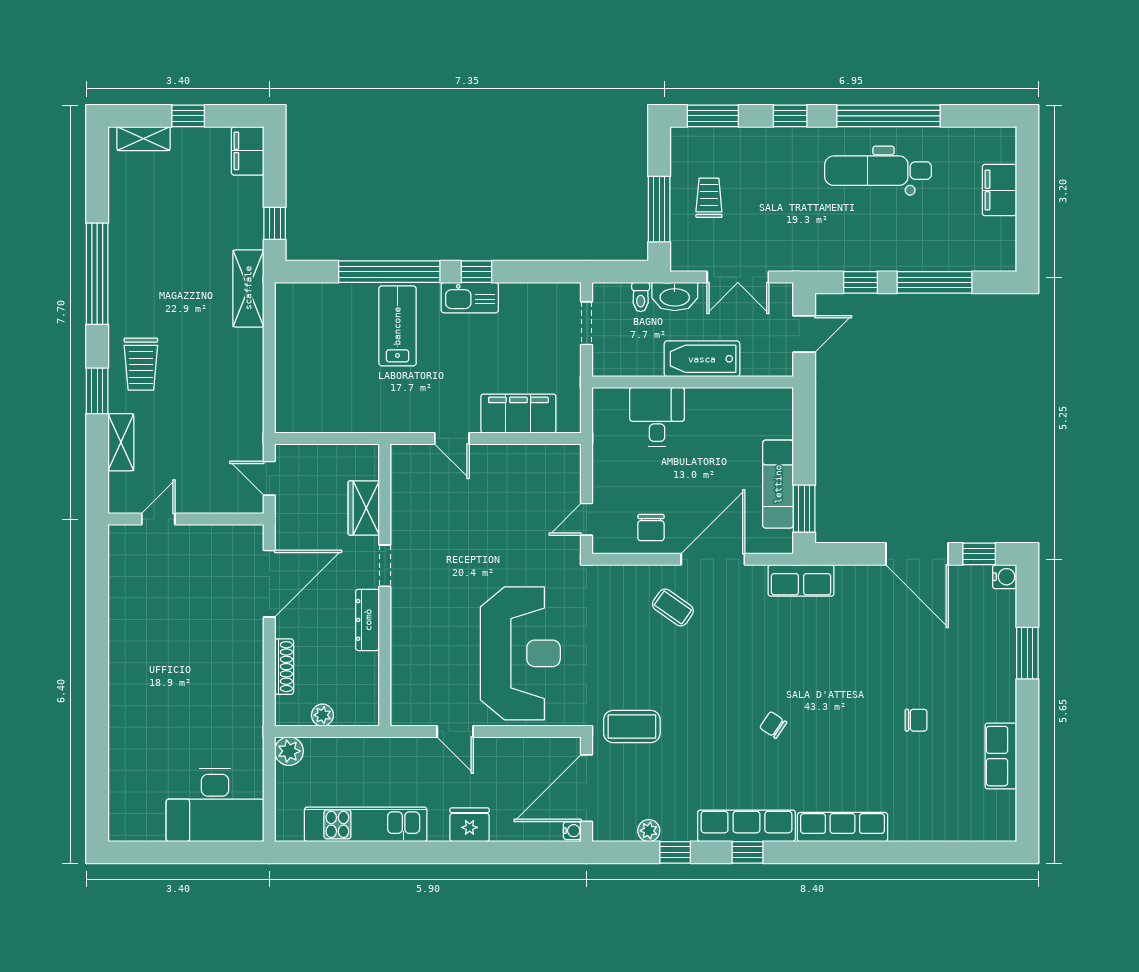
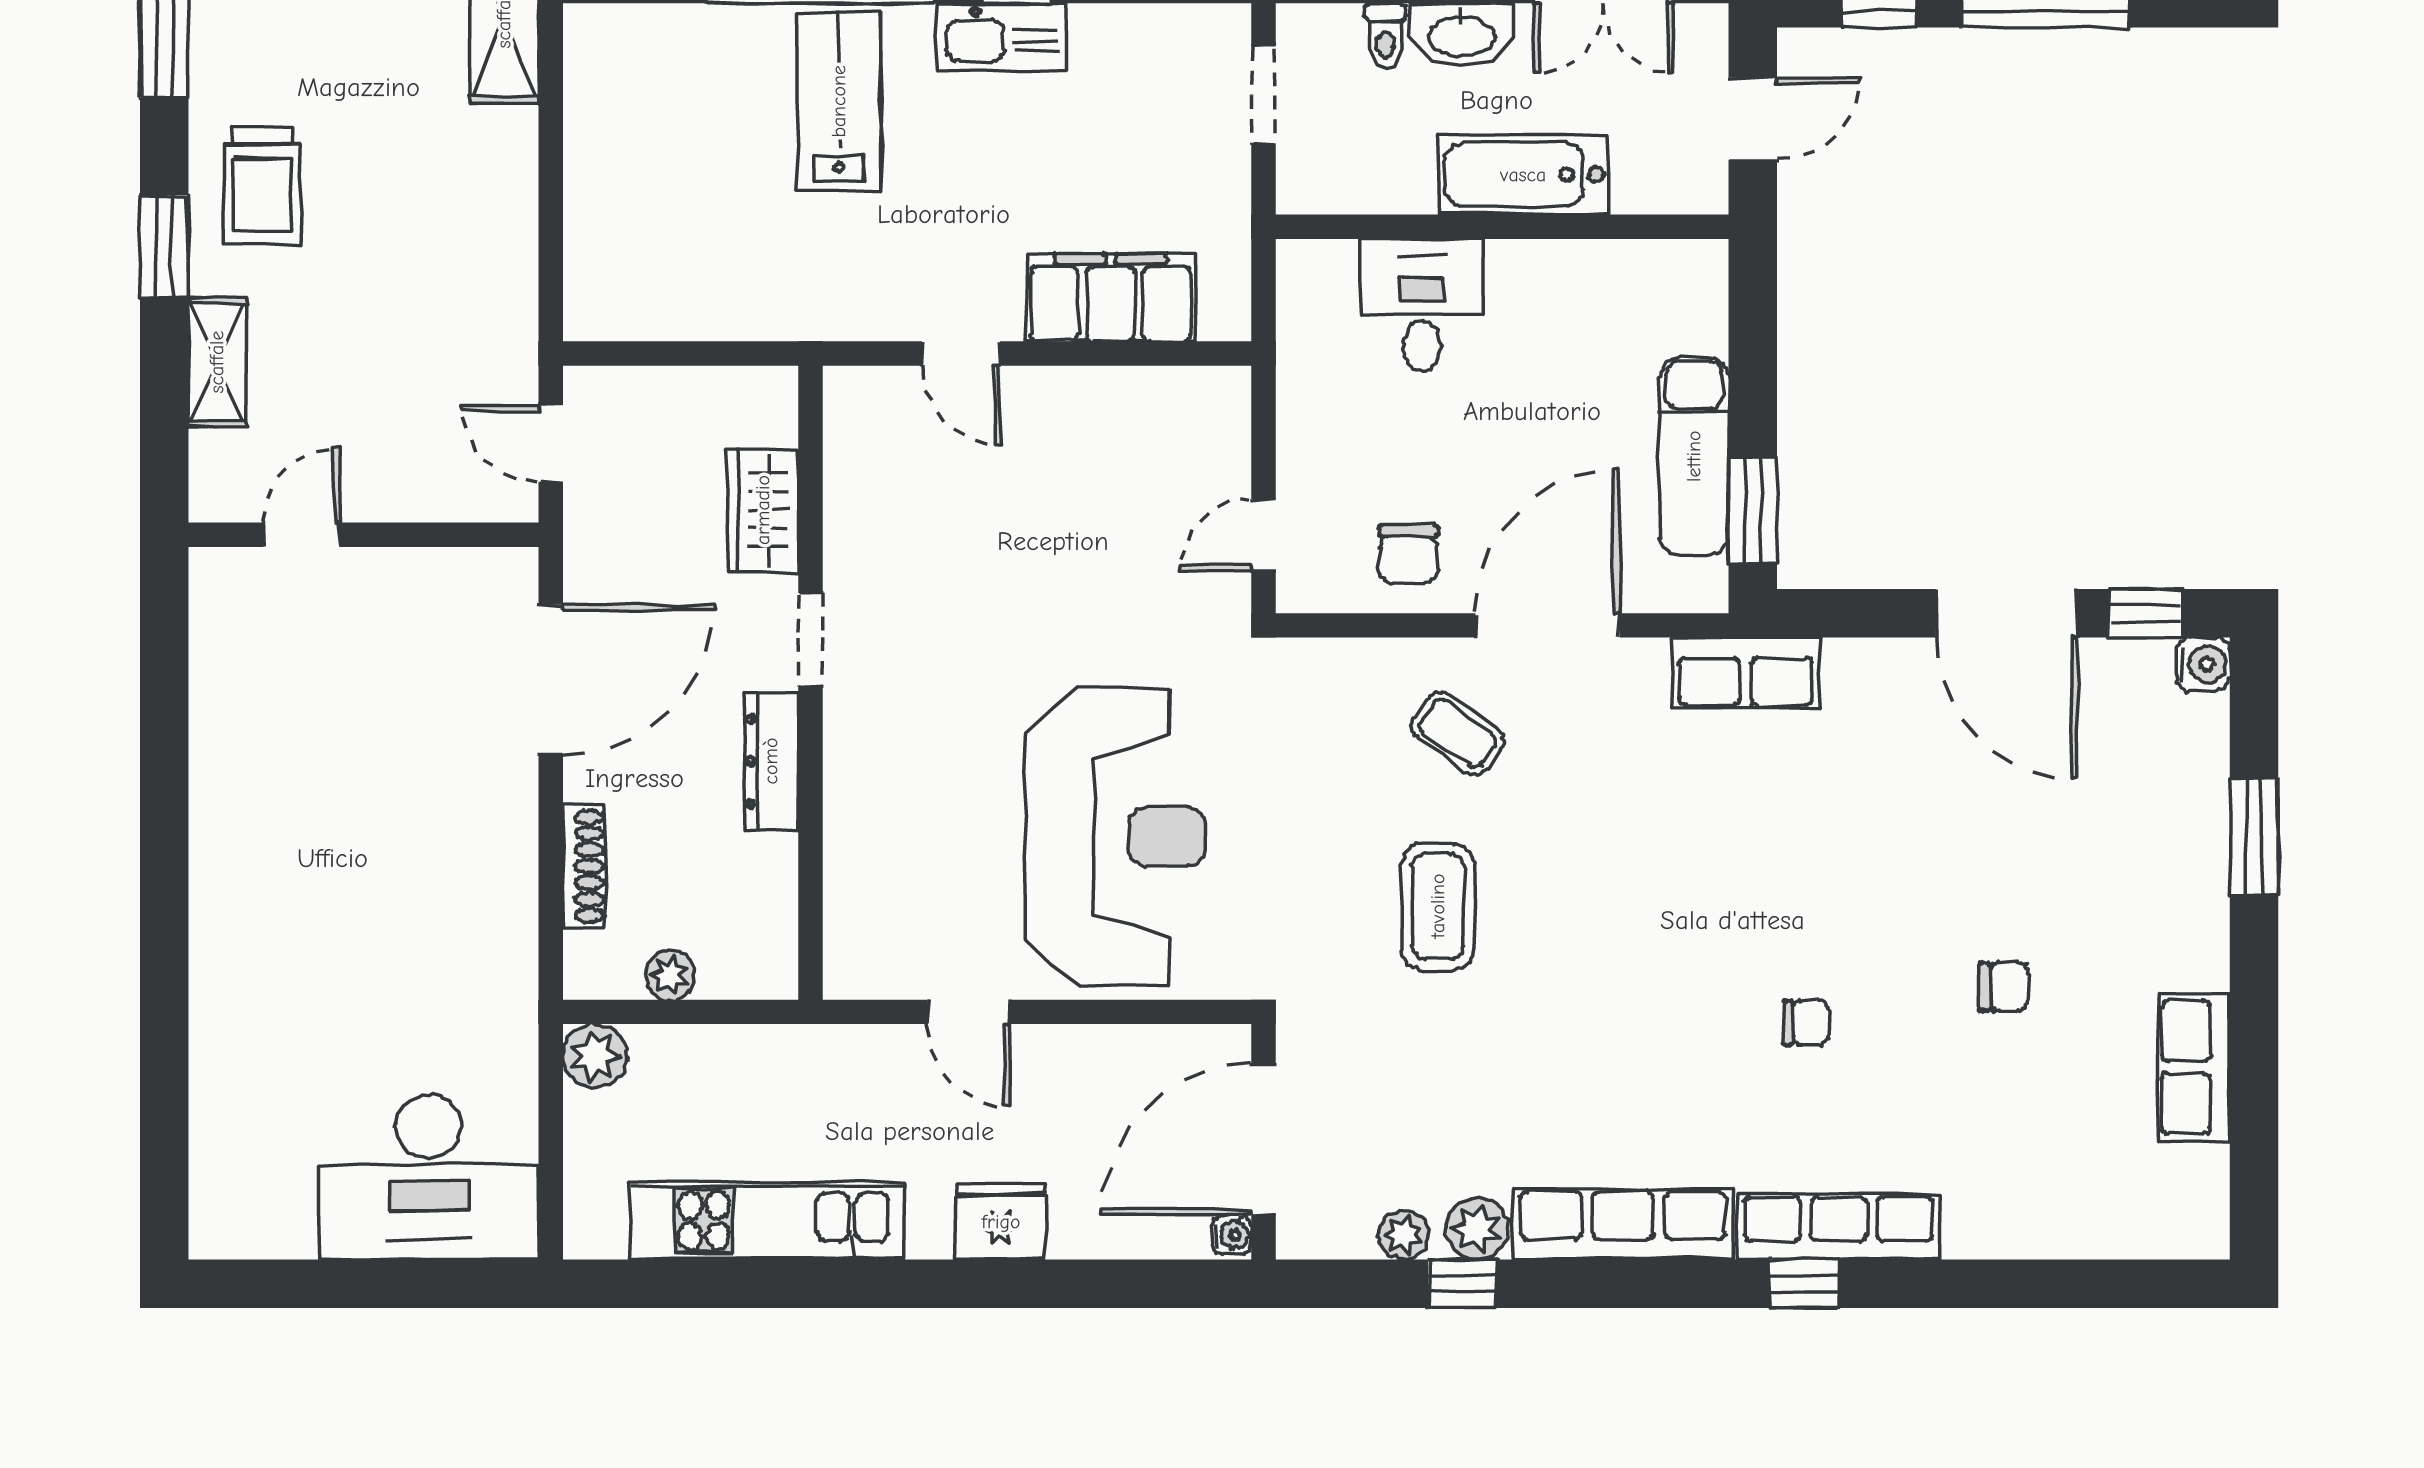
chair: (773, 725) -> (1806, 1023), moved, turned 146
coffee table: (632, 727) -> (1438, 906), moved, turned 90
plant: (682, 828) -> (1477, 1229), added
window: (748, 852) -> (1804, 1284), moved

